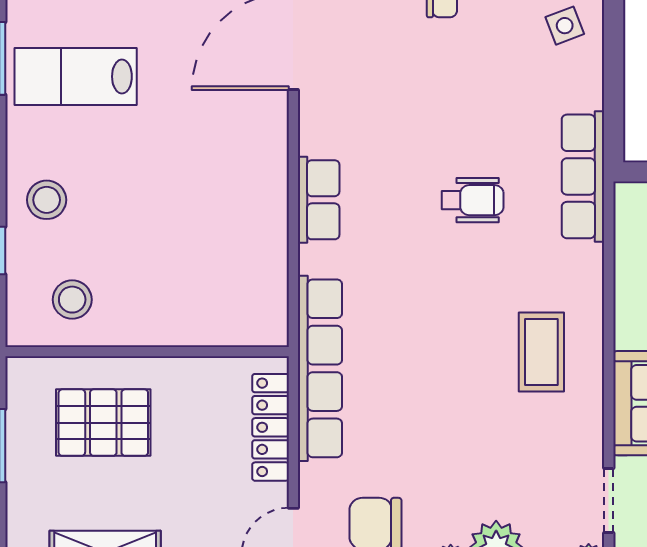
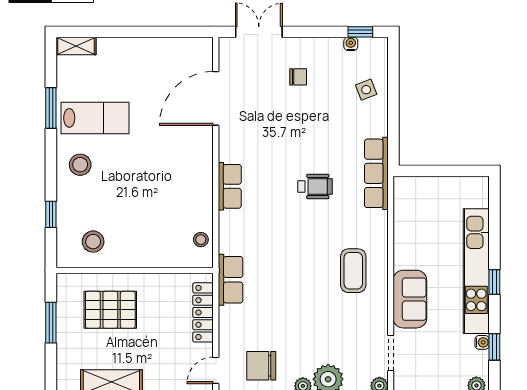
lab bench: (76, 77) -> (95, 118), turned 180
stool: (47, 200) -> (80, 165), moved
stool: (266, 296) -> (201, 240), added
row of seats: (320, 368) -> (230, 280), width x0.50

